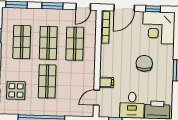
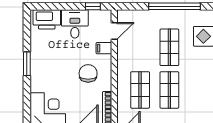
shop shelf: (22, 42) -> (199, 90), removed
chair: (144, 63) -> (88, 73), moved, turned 180

